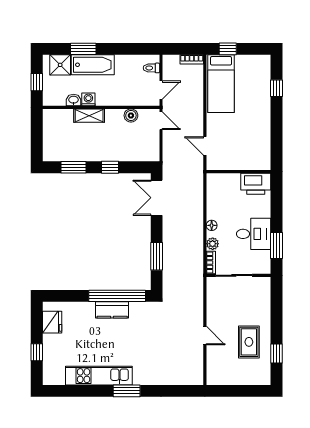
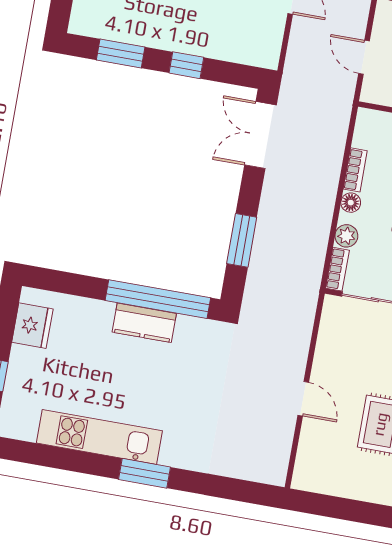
bookcase: (211, 207) -> (355, 170), added

